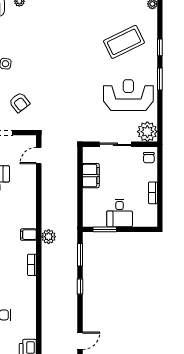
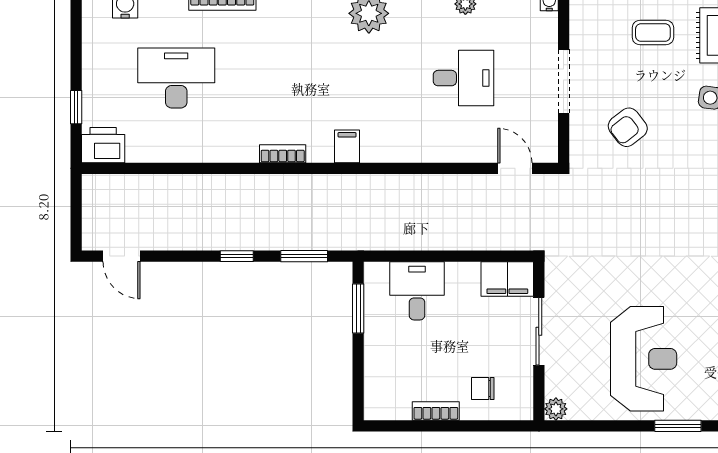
plant: (147, 132) -> (556, 409), width x0.53, depth x0.53
chair: (149, 158) -> (483, 388), moved
filing cabinet: (91, 176) -> (507, 279), moved
desk: (120, 213) -> (417, 291), moved, turned 90
plant: (49, 237) -> (343, 189), removed

